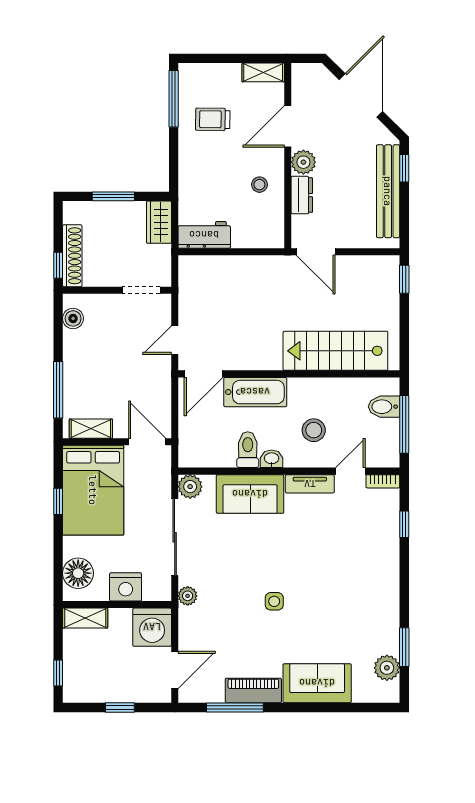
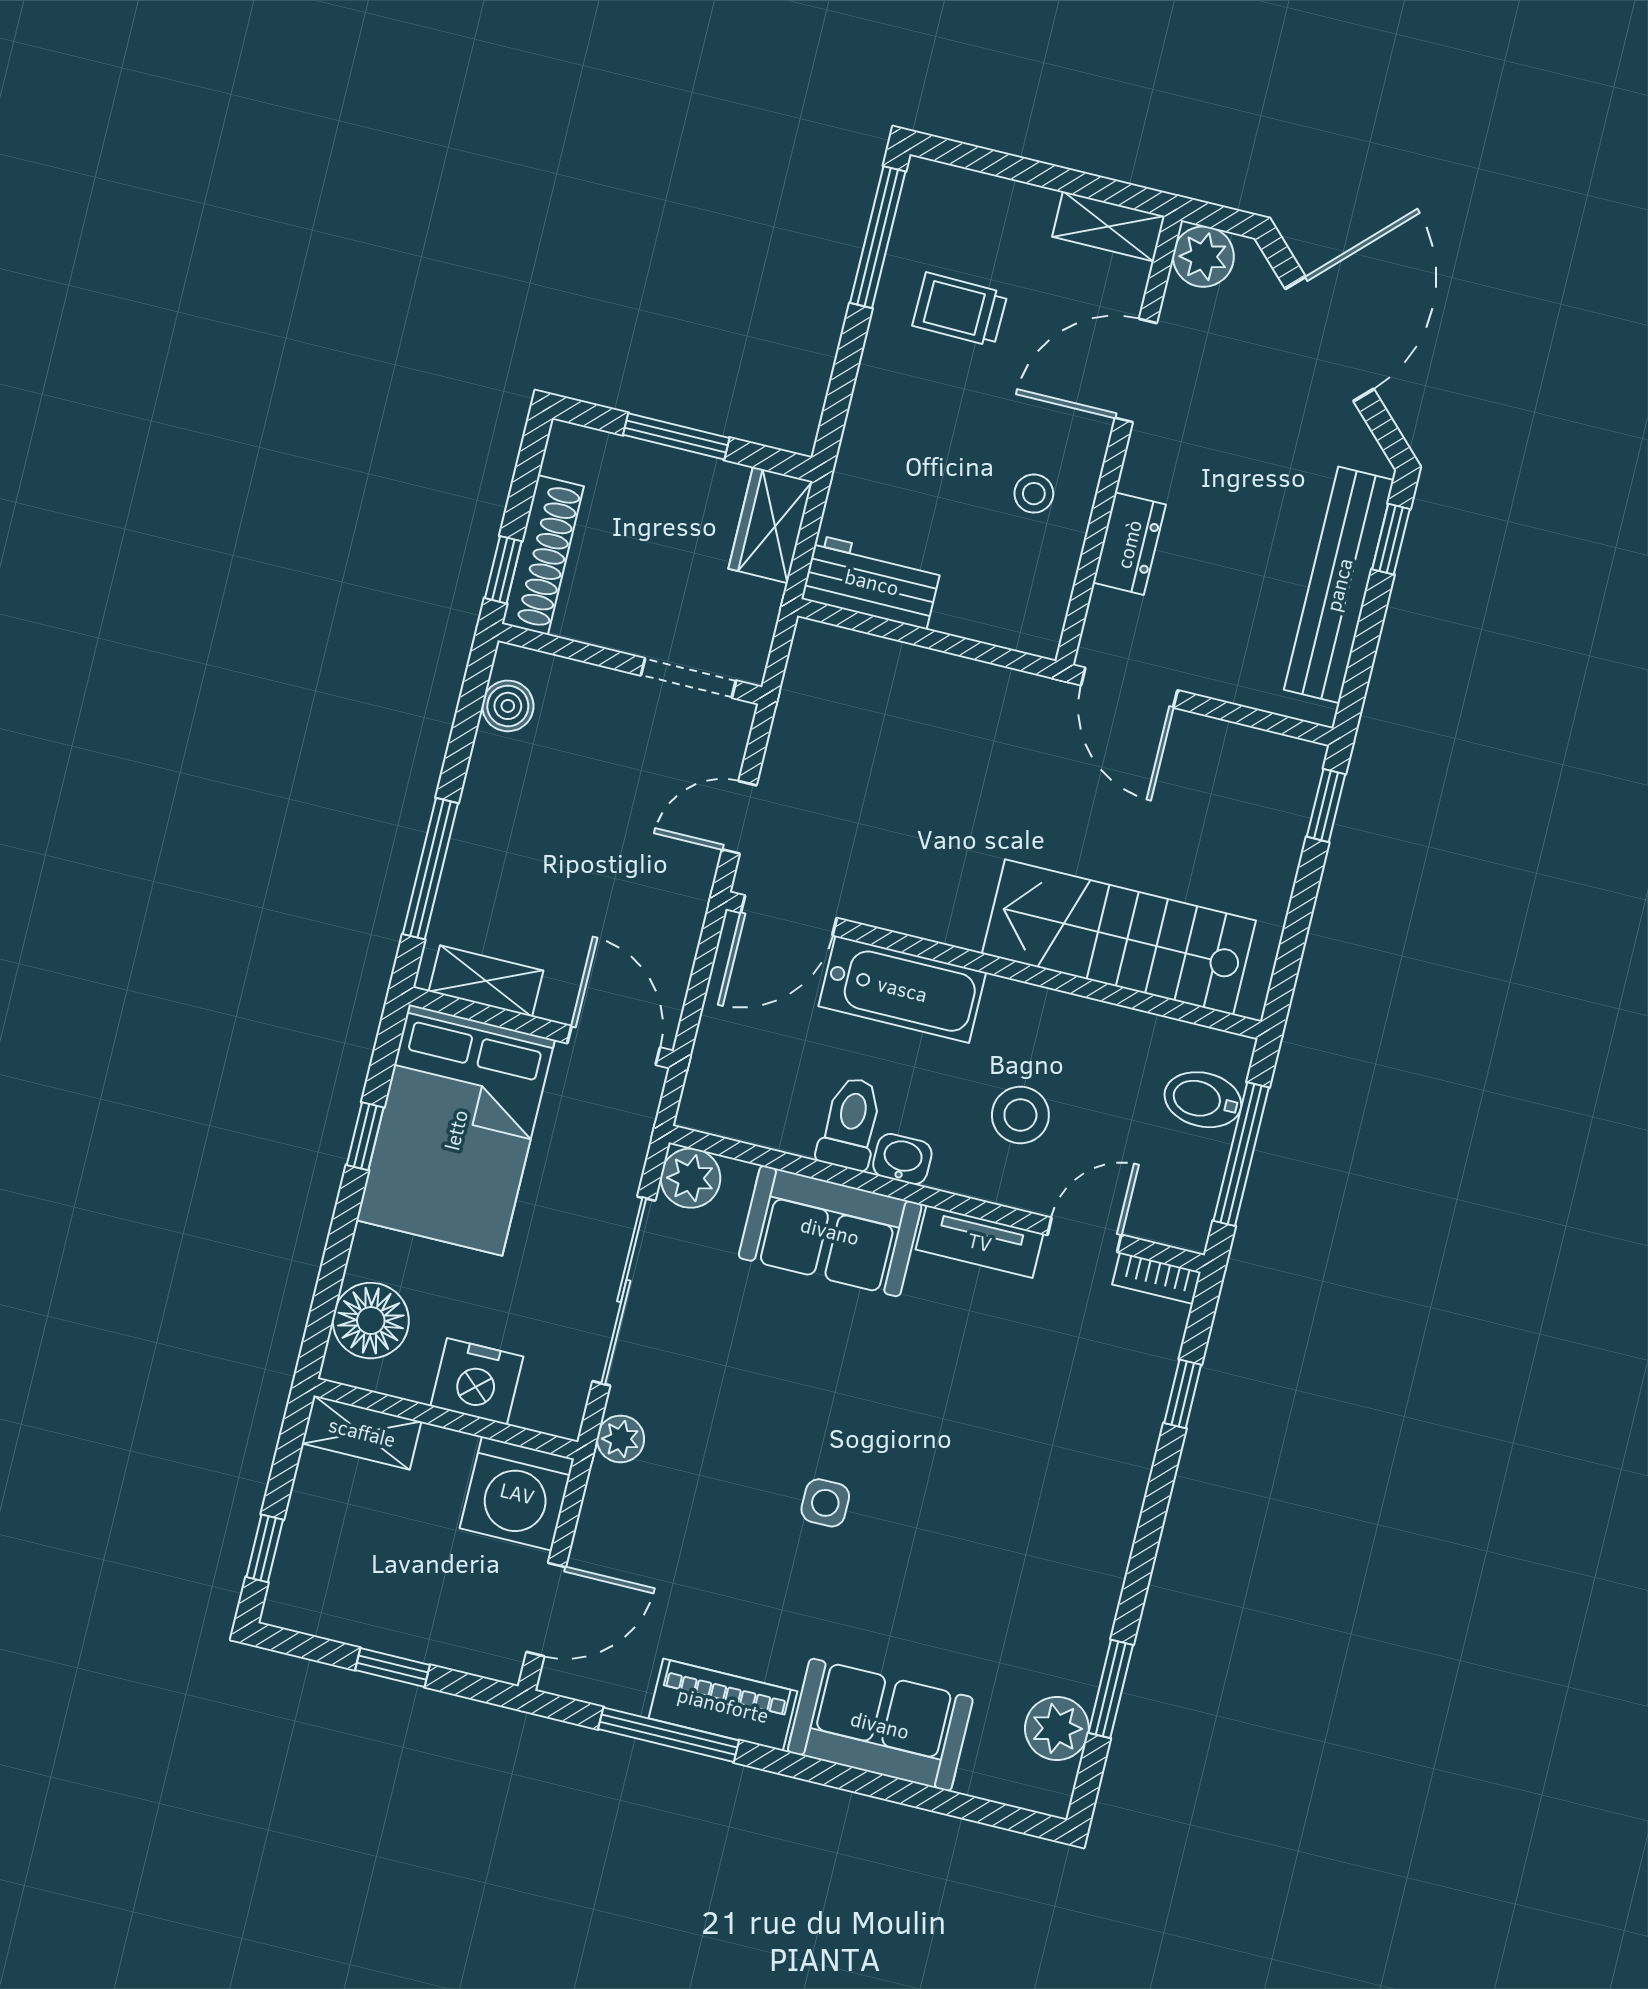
plant: (303, 162) -> (1203, 257), moved

